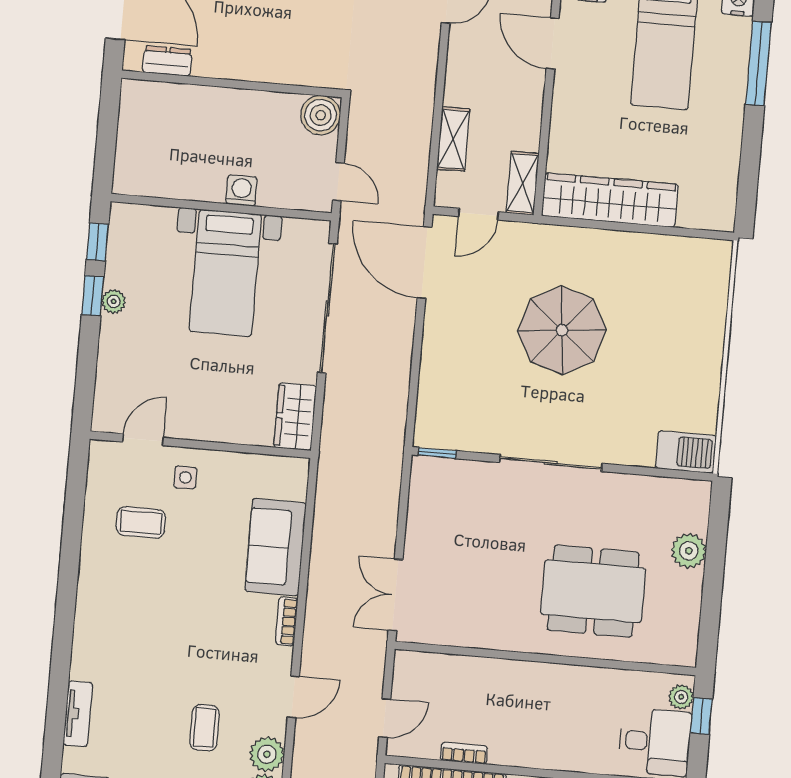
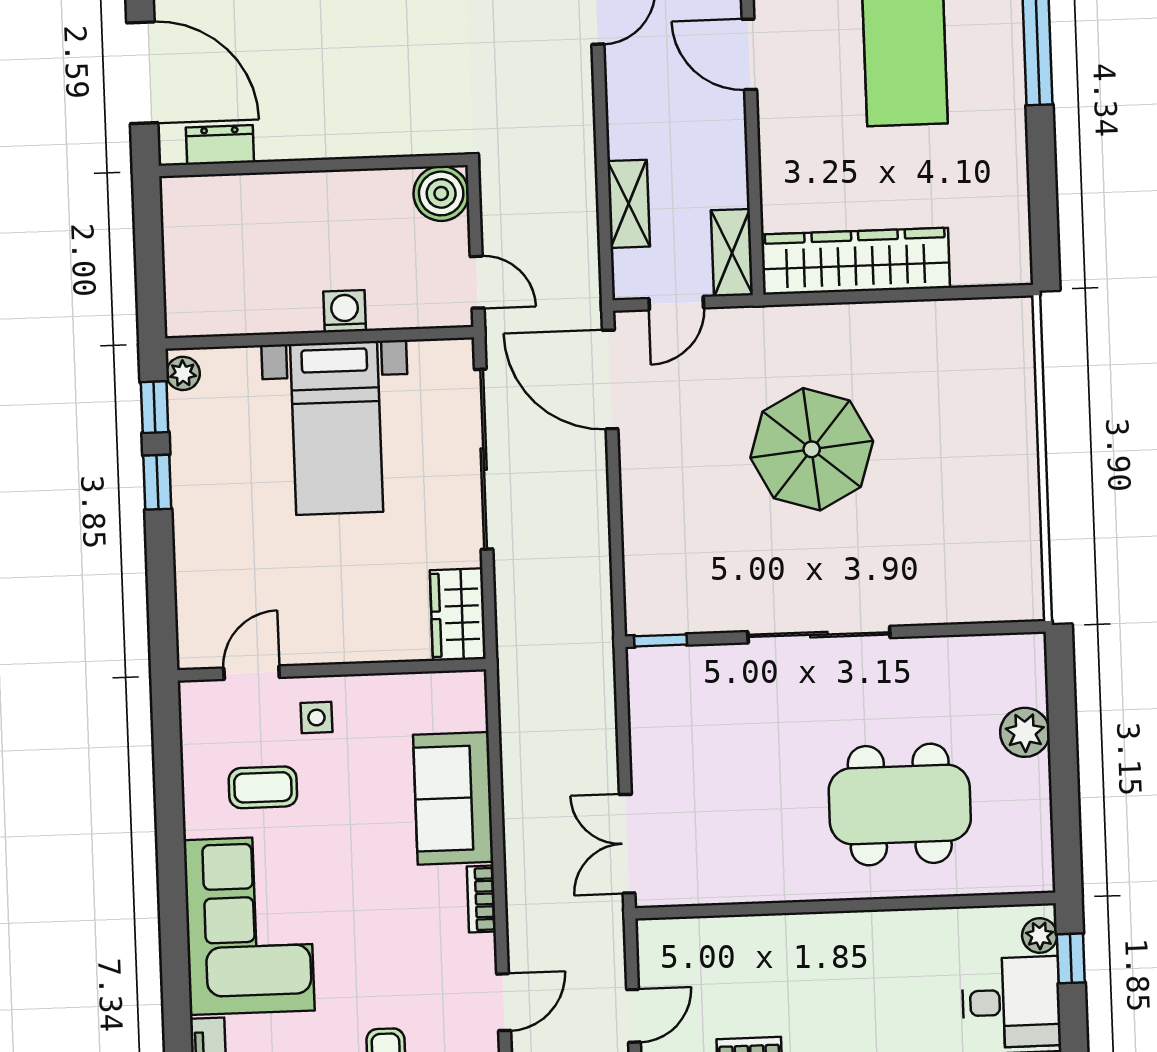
plant: (114, 302) -> (183, 373), moved
barbecue: (686, 452) -> (1004, 596), removed
corner sofa: (119, 619) -> (249, 925), added

